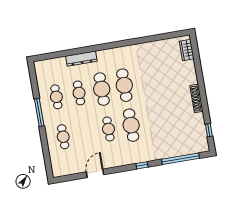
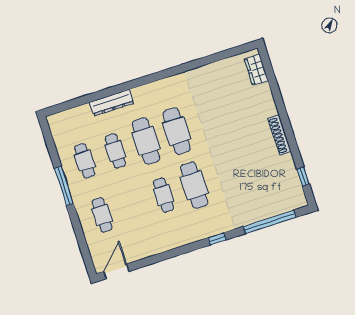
door: (95, 173) -> (116, 271), moved

